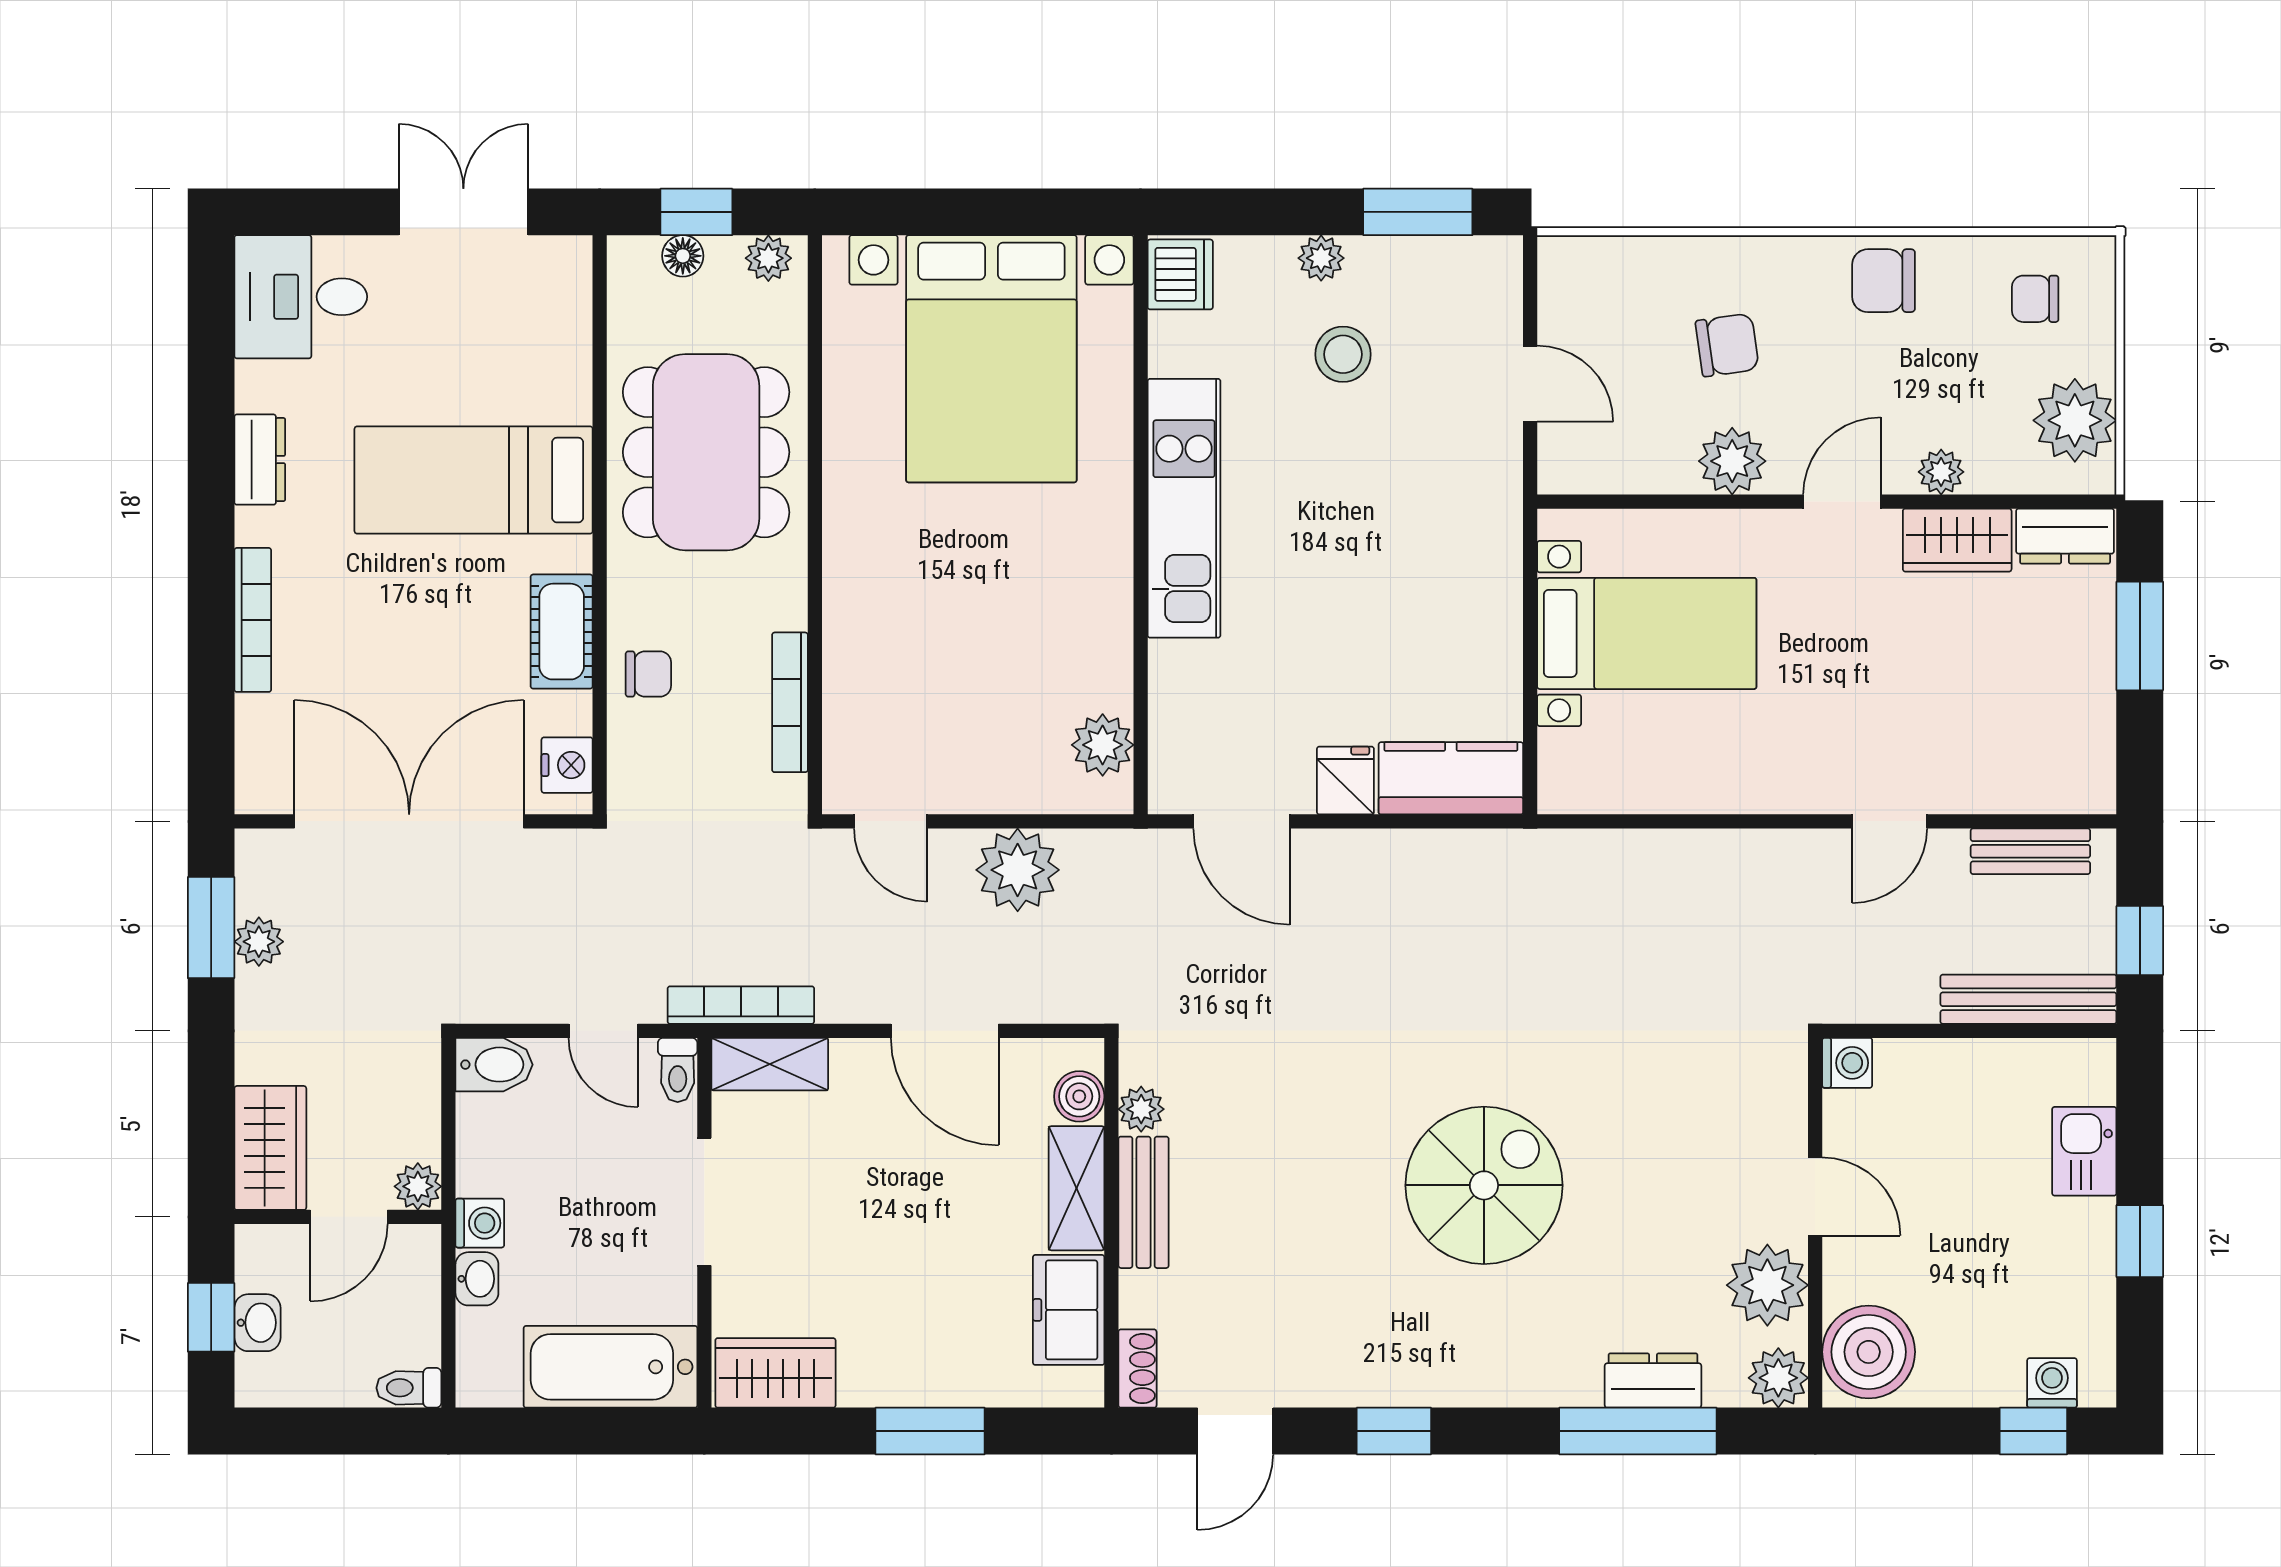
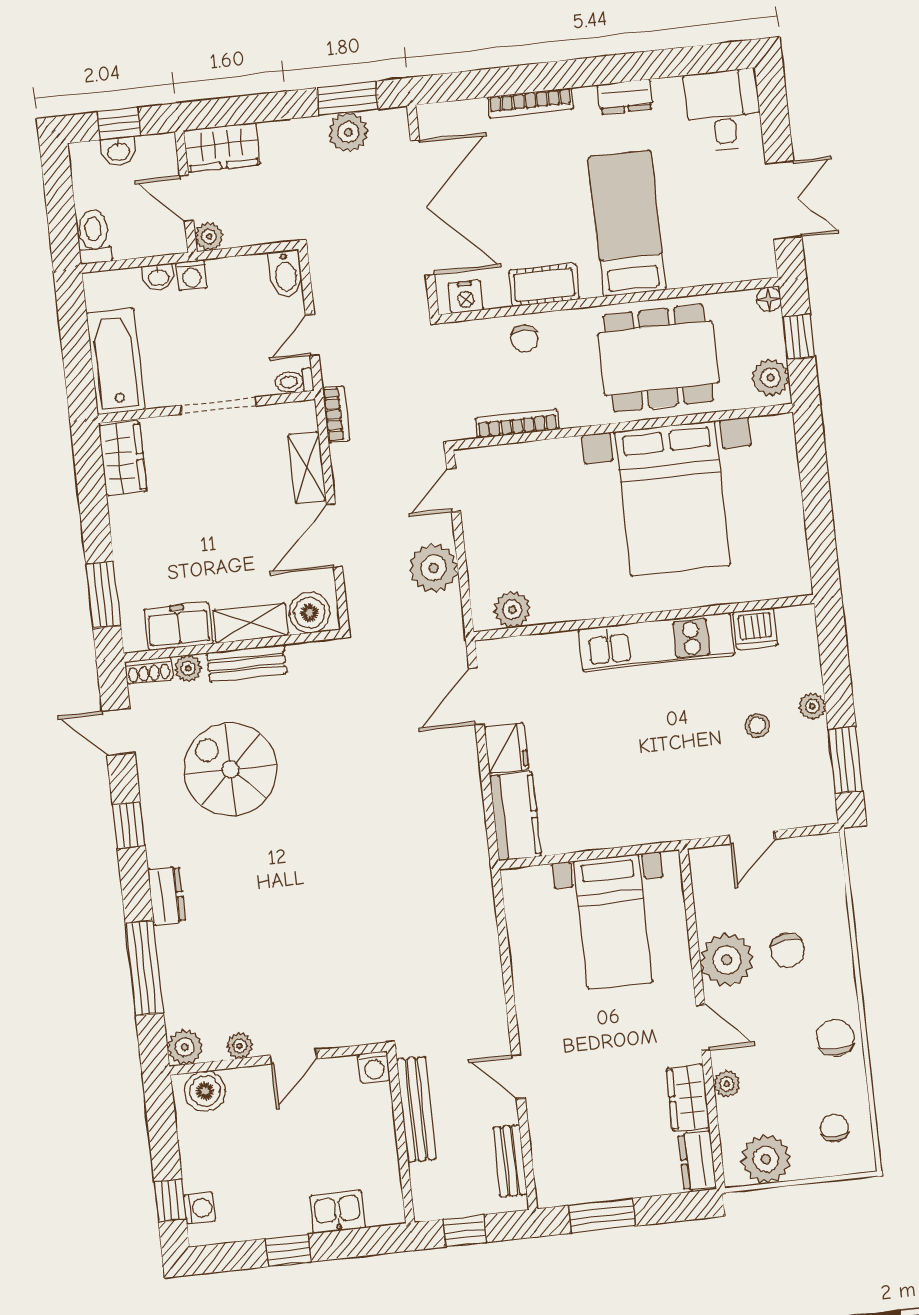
floor lamp: (683, 256) -> (768, 299), moved
plant: (768, 258) -> (771, 378), width x1.38, depth x1.38
dishwasher: (1180, 274) -> (755, 629), moved
stool: (1343, 354) -> (757, 725), width x0.73, depth x0.73
bed with nightstands: (991, 359) -> (673, 499), moved, turned -90
plant: (1732, 461) -> (727, 960), width x1.36, depth x1.36
window: (2140, 636) -> (602, 1216), moved
fridge: (1345, 781) -> (506, 748), width x1.38
plant: (259, 942) -> (348, 132), width x1.38, depth x1.38
bench: (2028, 999) -> (416, 1109), moved
bookcase: (741, 1005) -> (336, 414), width x0.64
shelving: (770, 1064) -> (307, 468), moved
boiler: (1079, 1096) -> (309, 613), width x1.36, depth x1.36
plant: (1141, 1109) -> (188, 668), moved
spiral stairs: (1484, 1185) -> (230, 769), moved, turned 180
plant: (1767, 1285) -> (240, 1046), width x0.53, depth x0.53
boiler: (1869, 1352) -> (205, 1091), width x0.73, depth x0.73
dresser: (1653, 1381) -> (166, 896), moved
toilet: (409, 1388) -> (94, 236), width x1.37, depth x1.39
window: (930, 1431) -> (103, 595), moved

